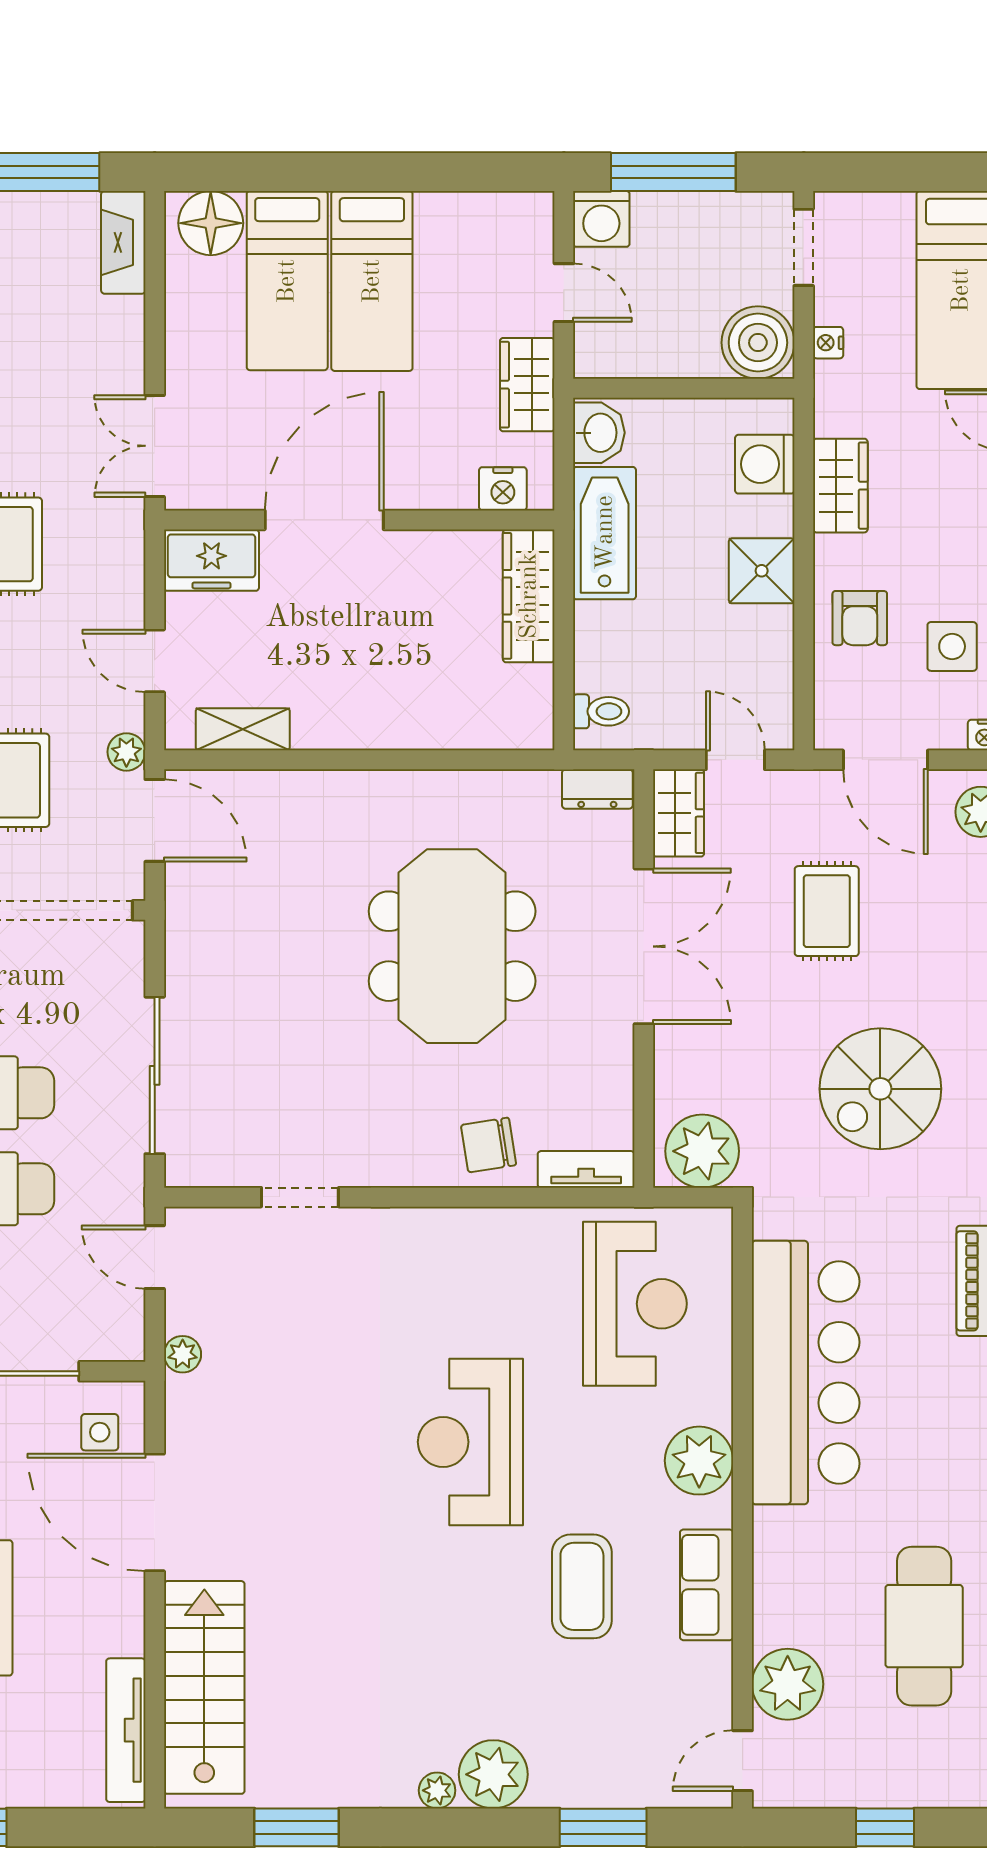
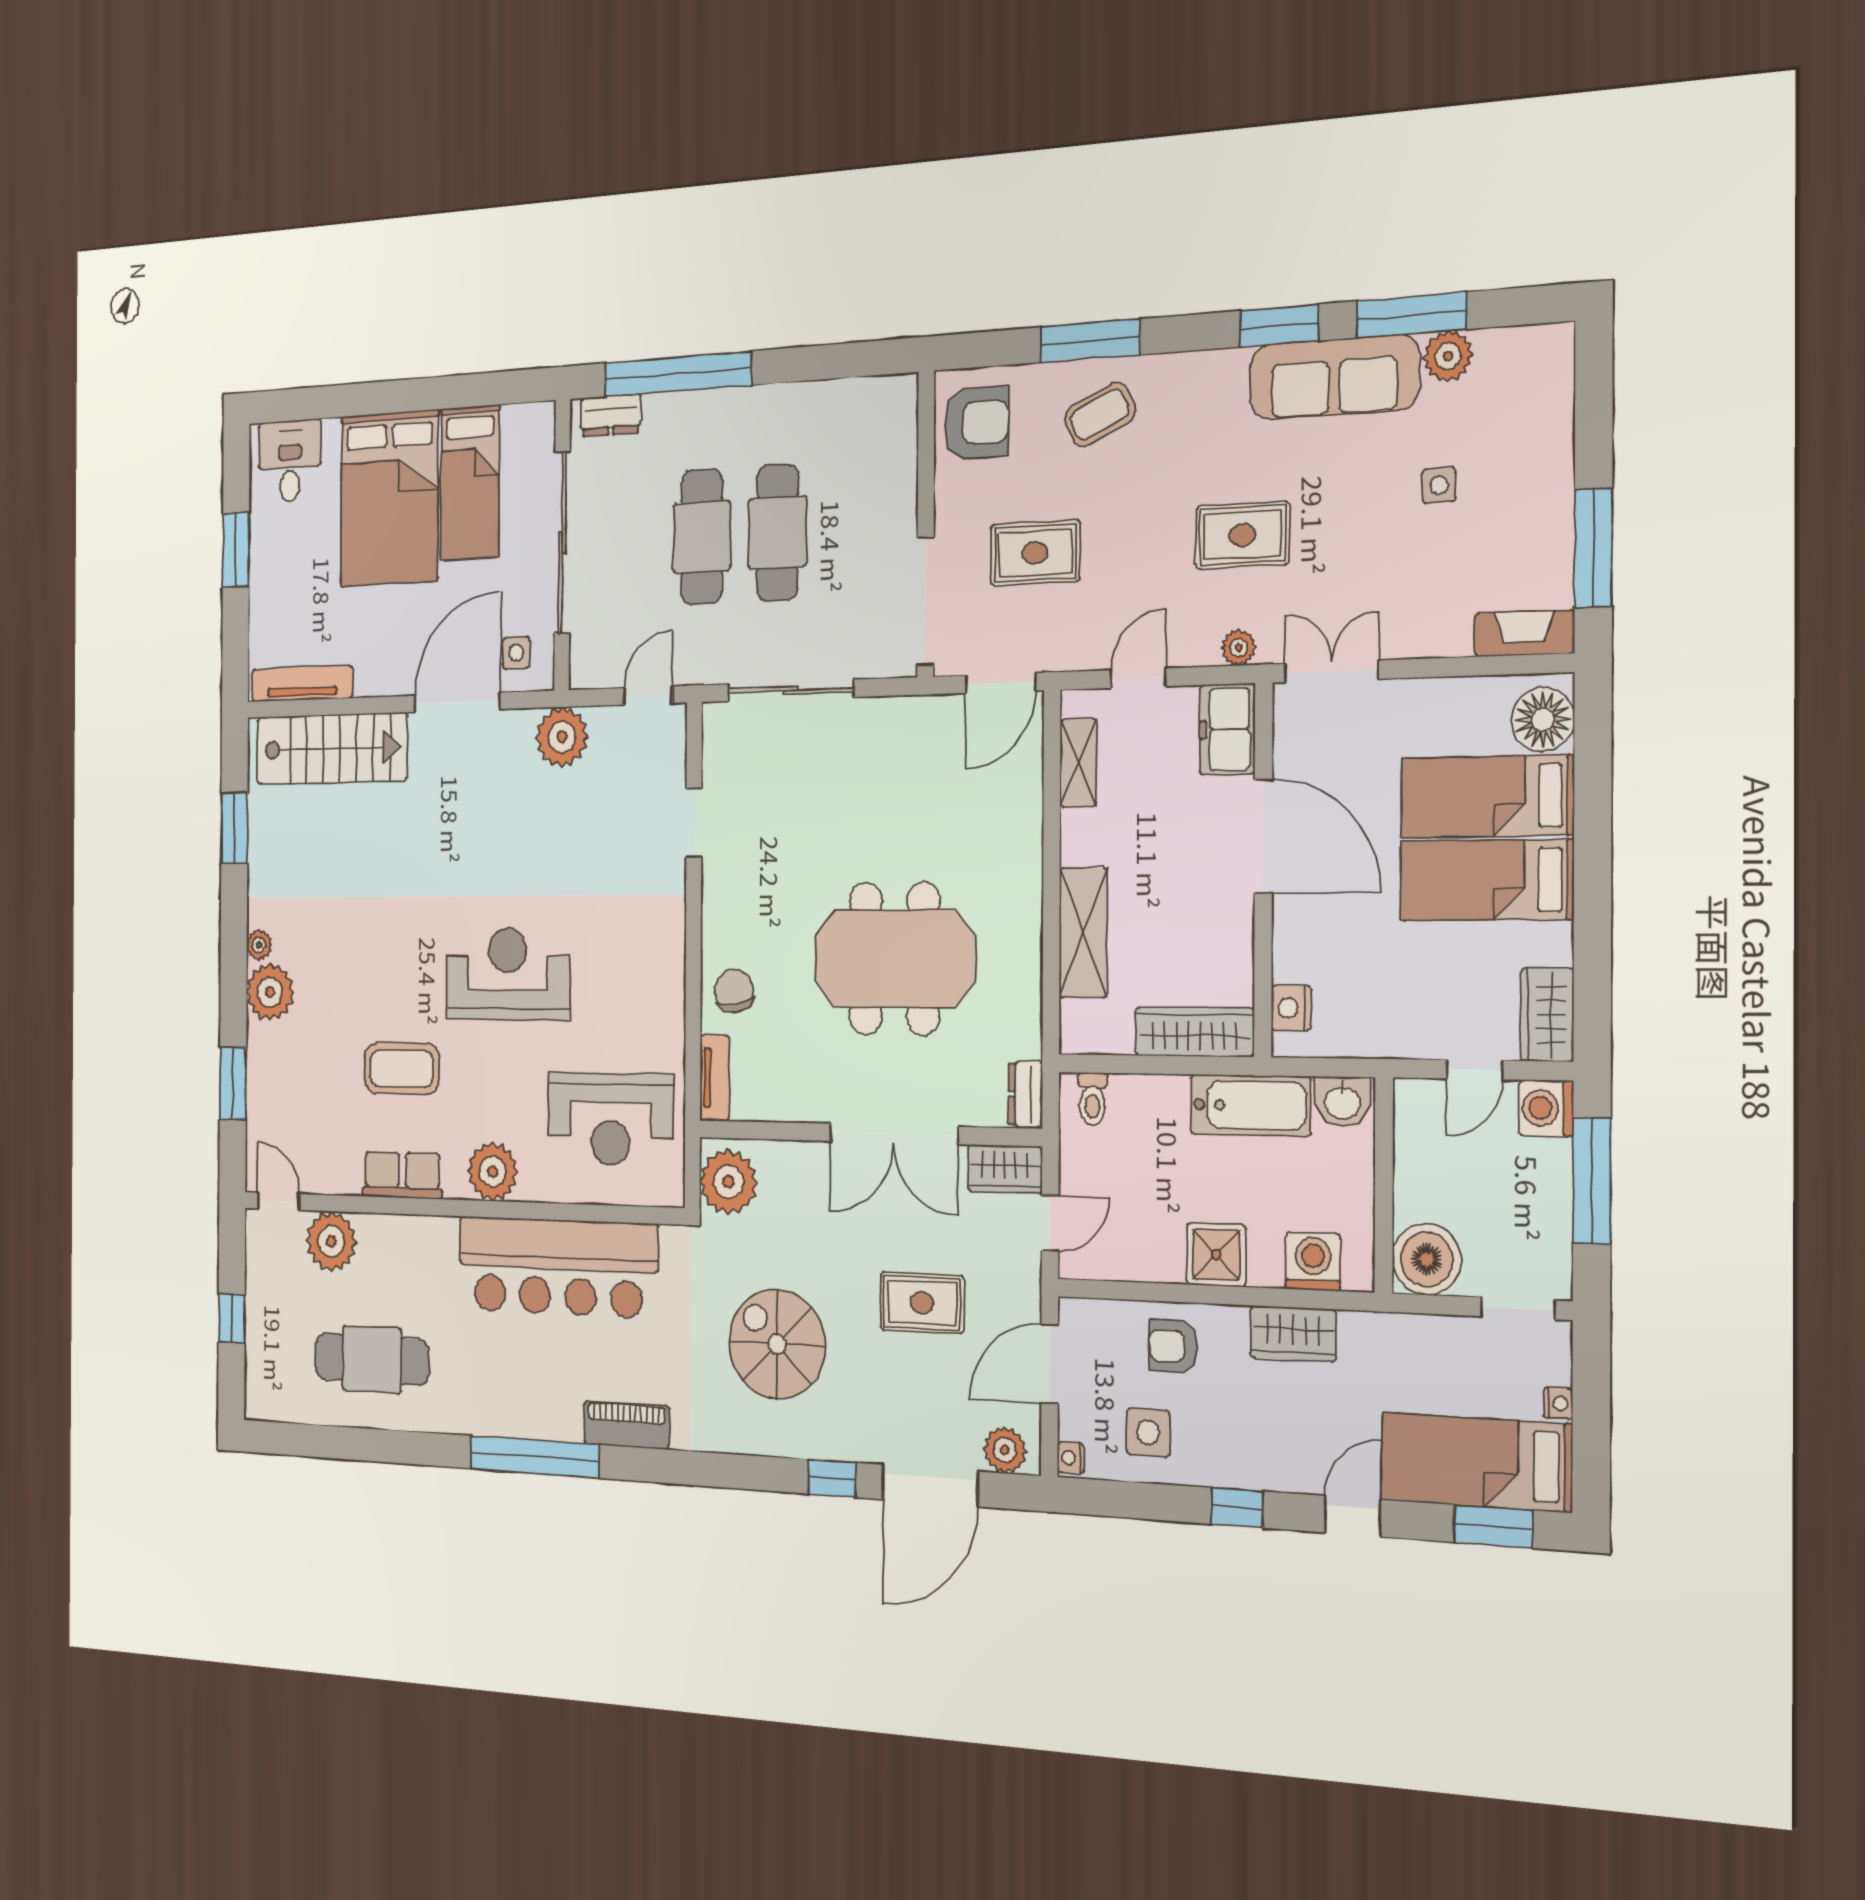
nightstand: (828, 343) -> (1558, 1403), moved, turned 90
wardrobe: (527, 385) -> (1547, 1015), moved, turned -90
shelving: (424, 723) -> (1083, 933), added
plant: (126, 752) -> (1239, 648), moved
plant: (183, 1354) -> (562, 737), width x1.88, depth x1.88

